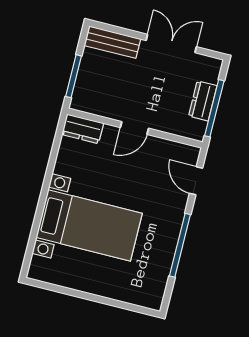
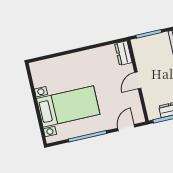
door: (134, 128) -> (138, 80), hinge flipped
bed with nightstands: (89, 225) -> (68, 106), moved, turned -90

